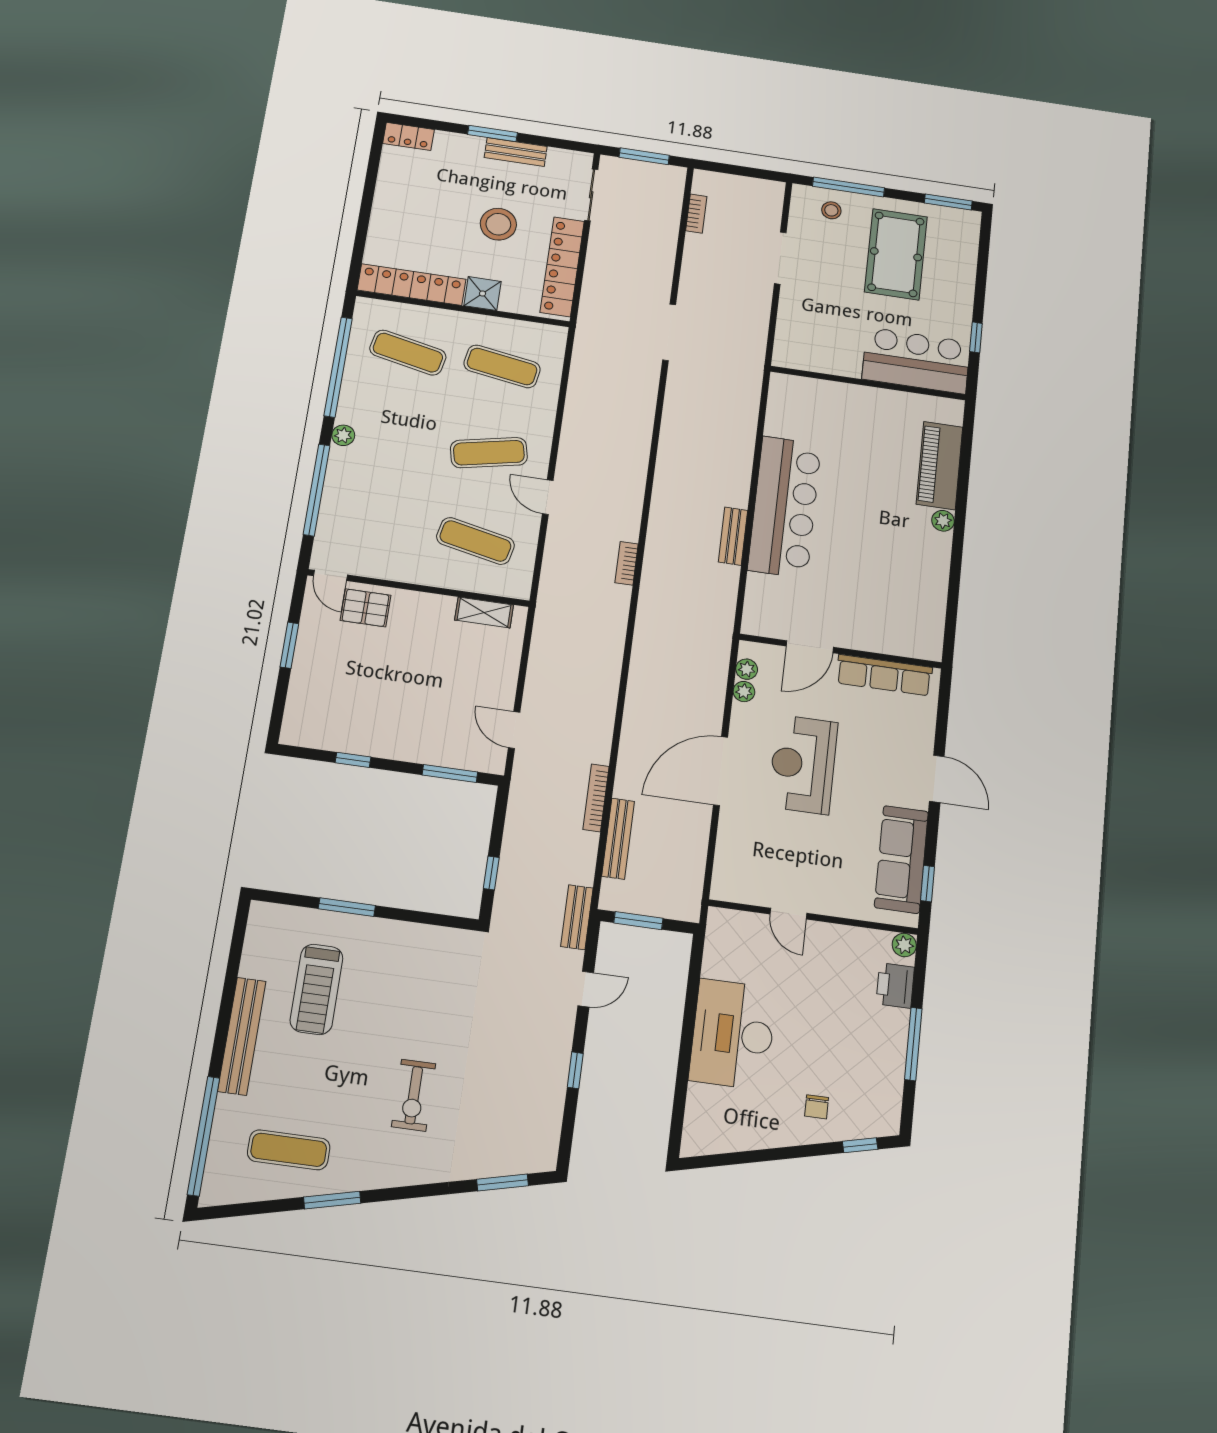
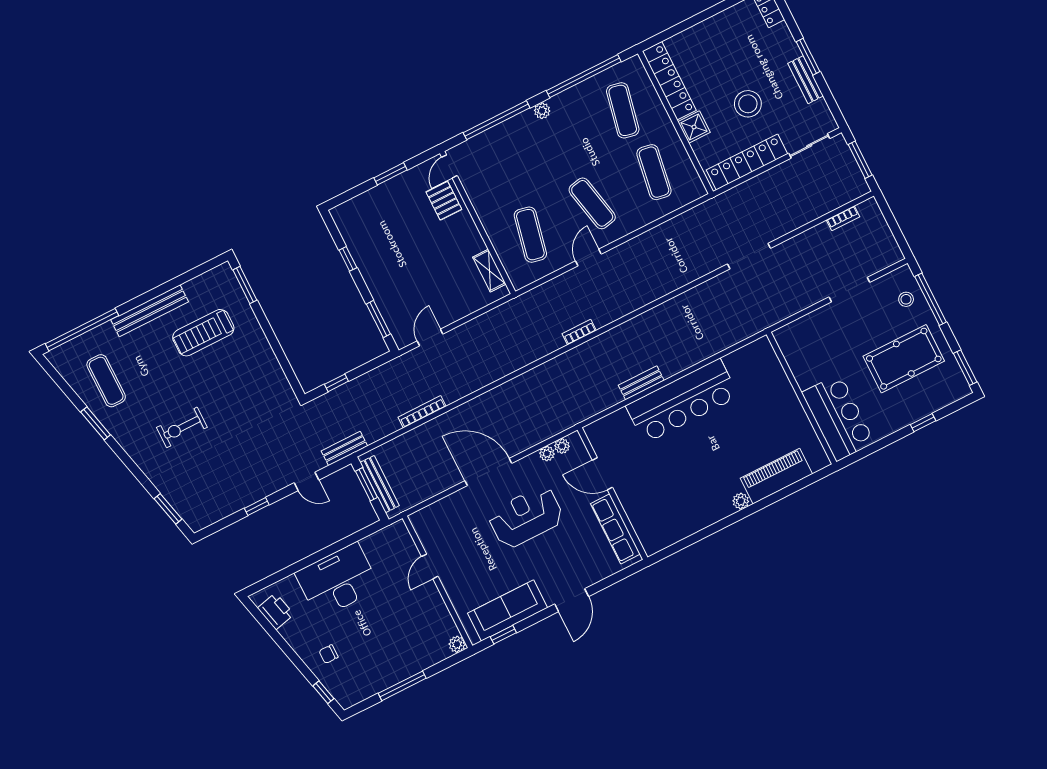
window: (976, 337) -> (923, 423), moved
bench: (618, 839) -> (380, 484), moved, turned 90
window: (347, 907) -> (245, 285), moved
printer: (895, 985) -> (276, 611), moved, turned 77

